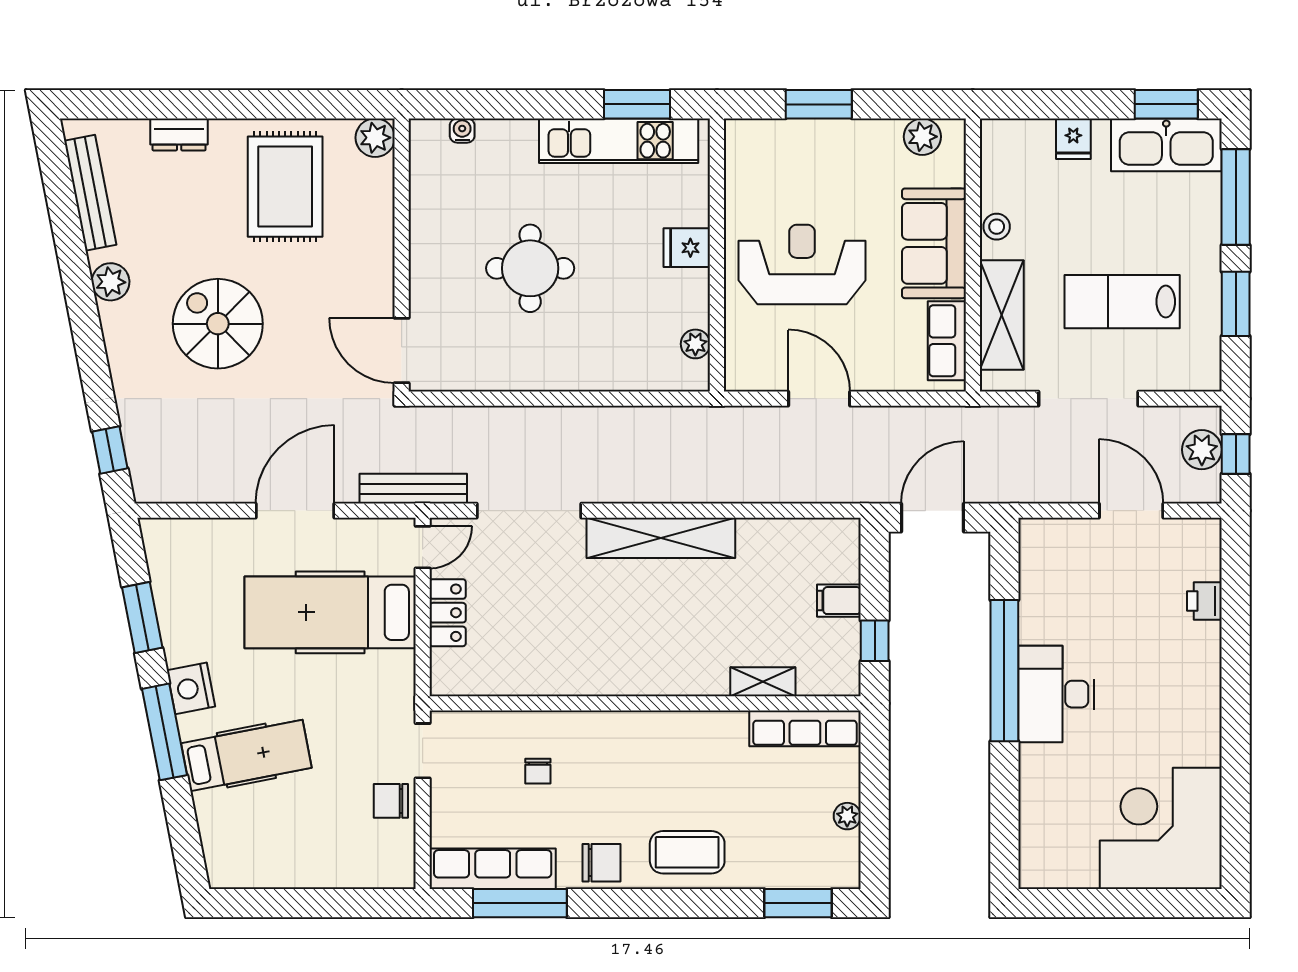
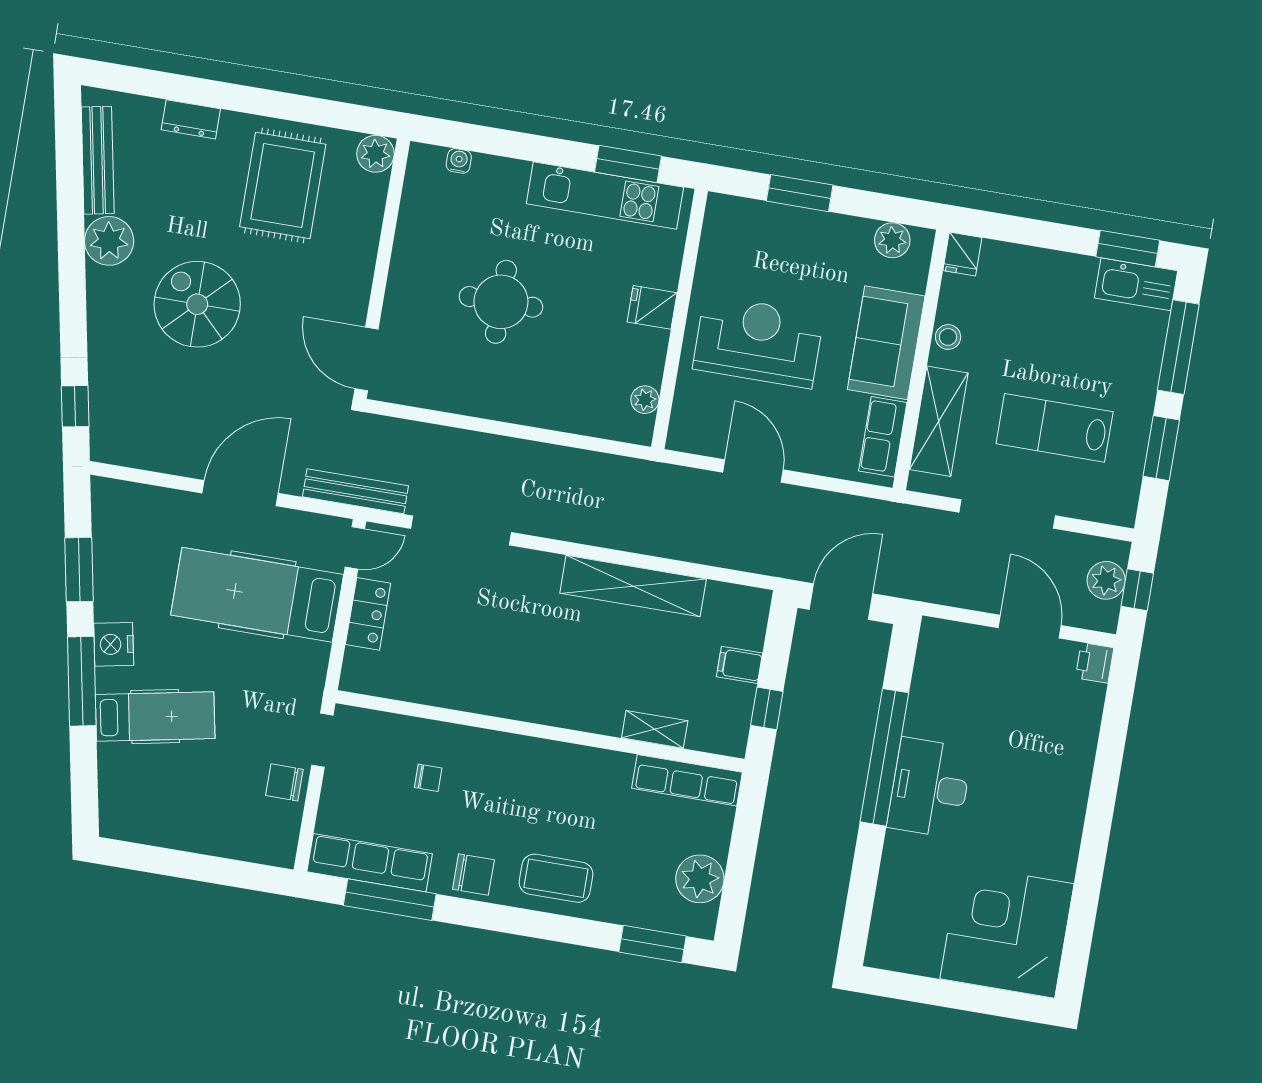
fridge: (1073, 139) -> (962, 254), moved
kitchen sink: (1166, 145) -> (1136, 284), width x0.73, depth x0.81
plant: (111, 282) -> (109, 241), width x1.36, depth x1.36
shelving: (661, 538) -> (633, 586), moved
printer: (1204, 601) -> (1095, 663), moved
chair: (538, 771) -> (428, 778), turned -90
plant: (847, 816) -> (700, 879), width x1.87, depth x1.87

